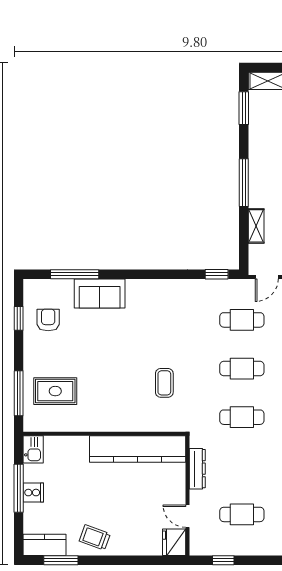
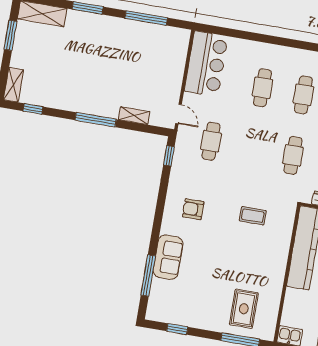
window: (244, 108) -> (33, 109), width x0.67
armchair: (48, 320) -> (193, 209), moved
cafe table: (242, 369) -> (252, 148), removed

